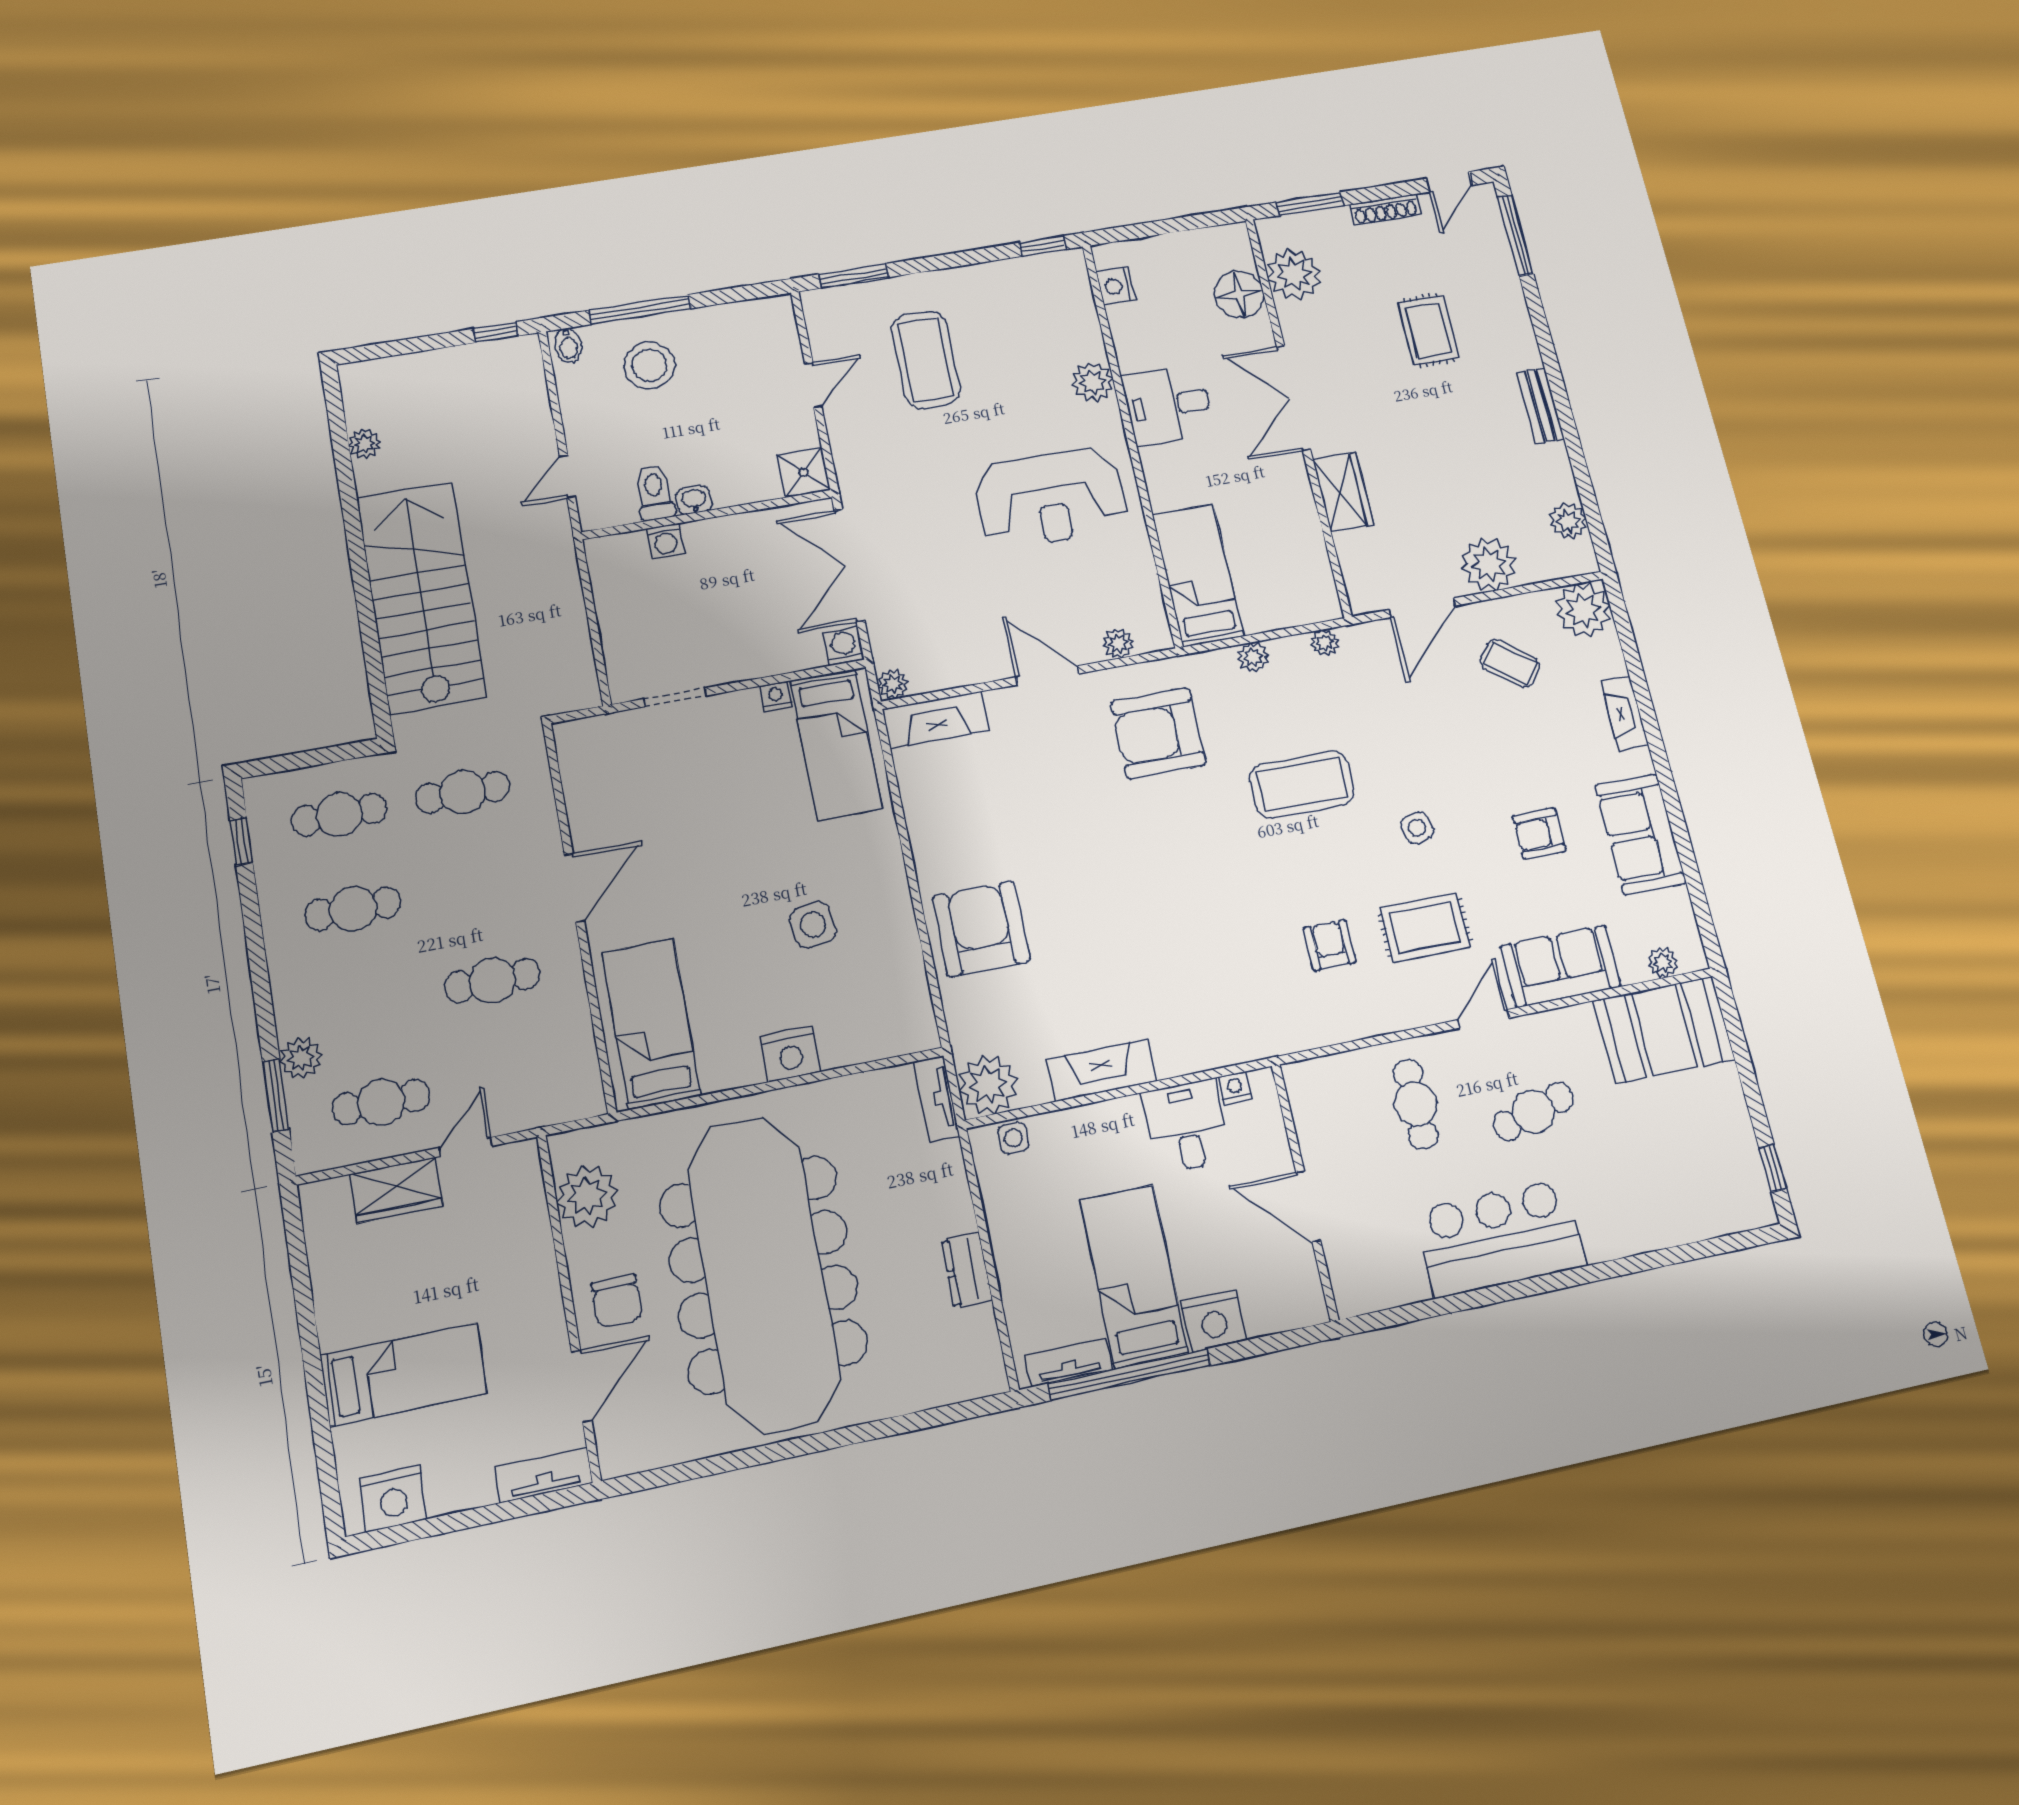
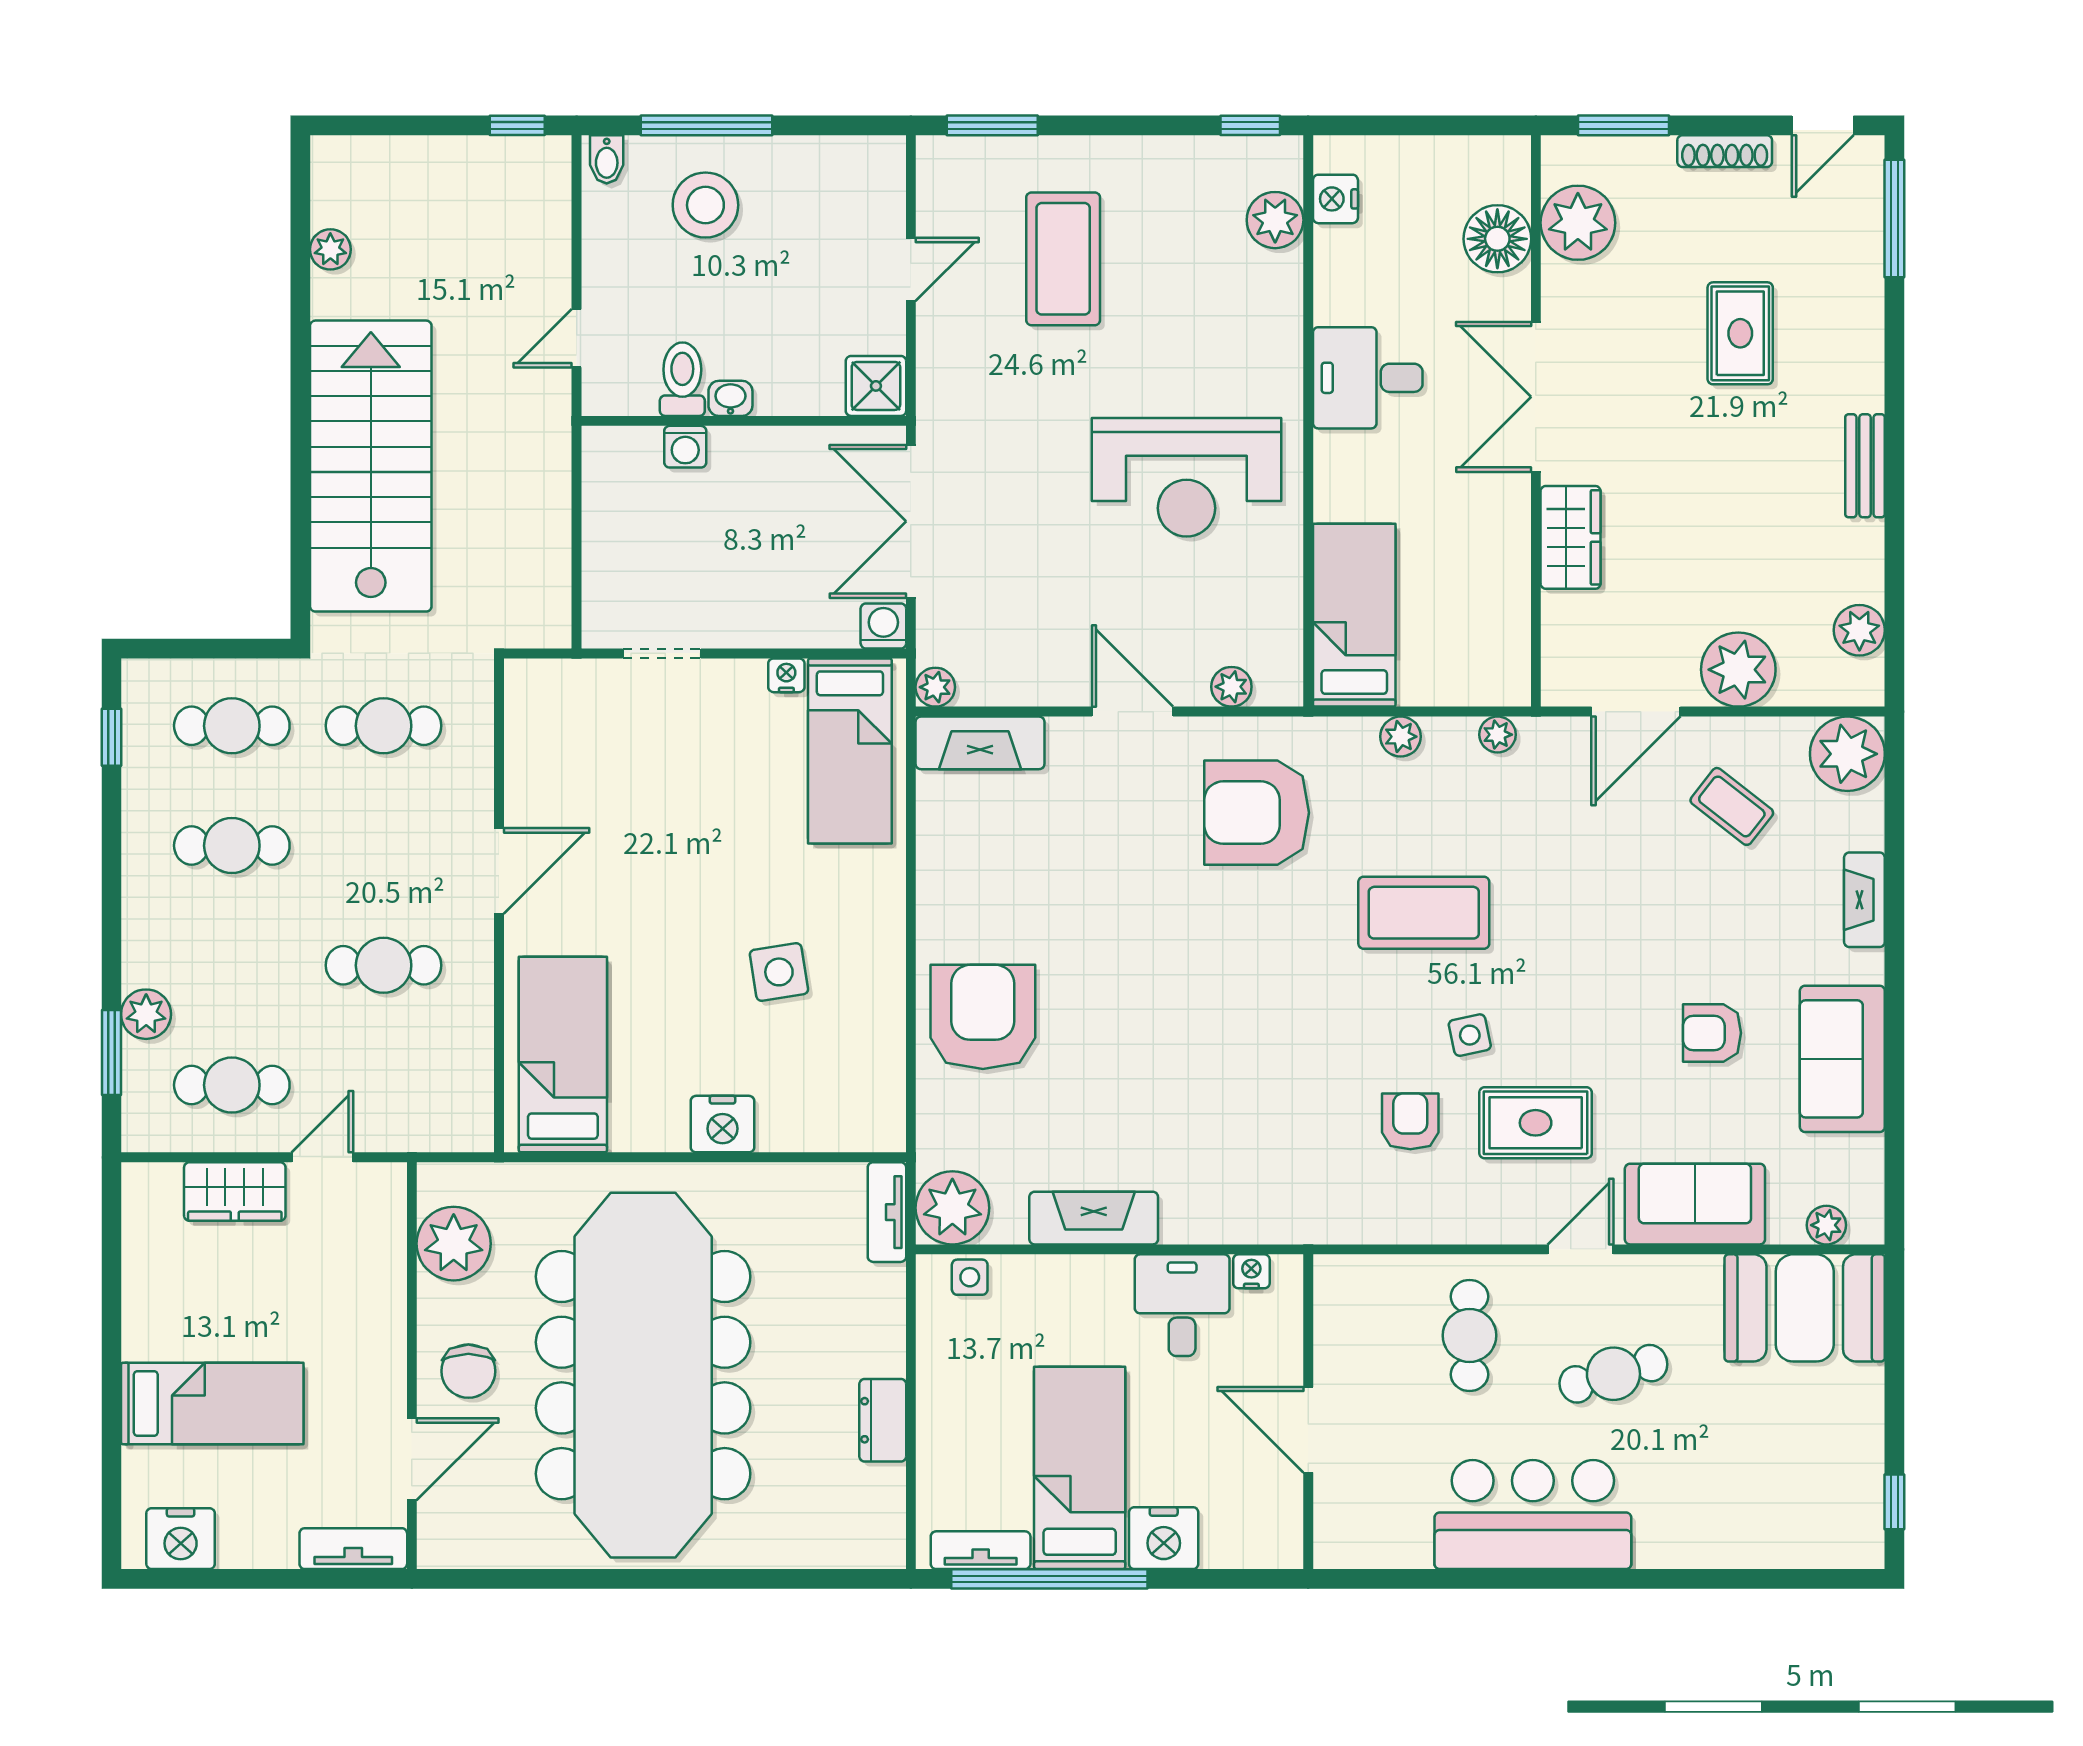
plant: (1093, 382) -> (1275, 220), moved
side table: (1417, 828) -> (1470, 1035), moved

